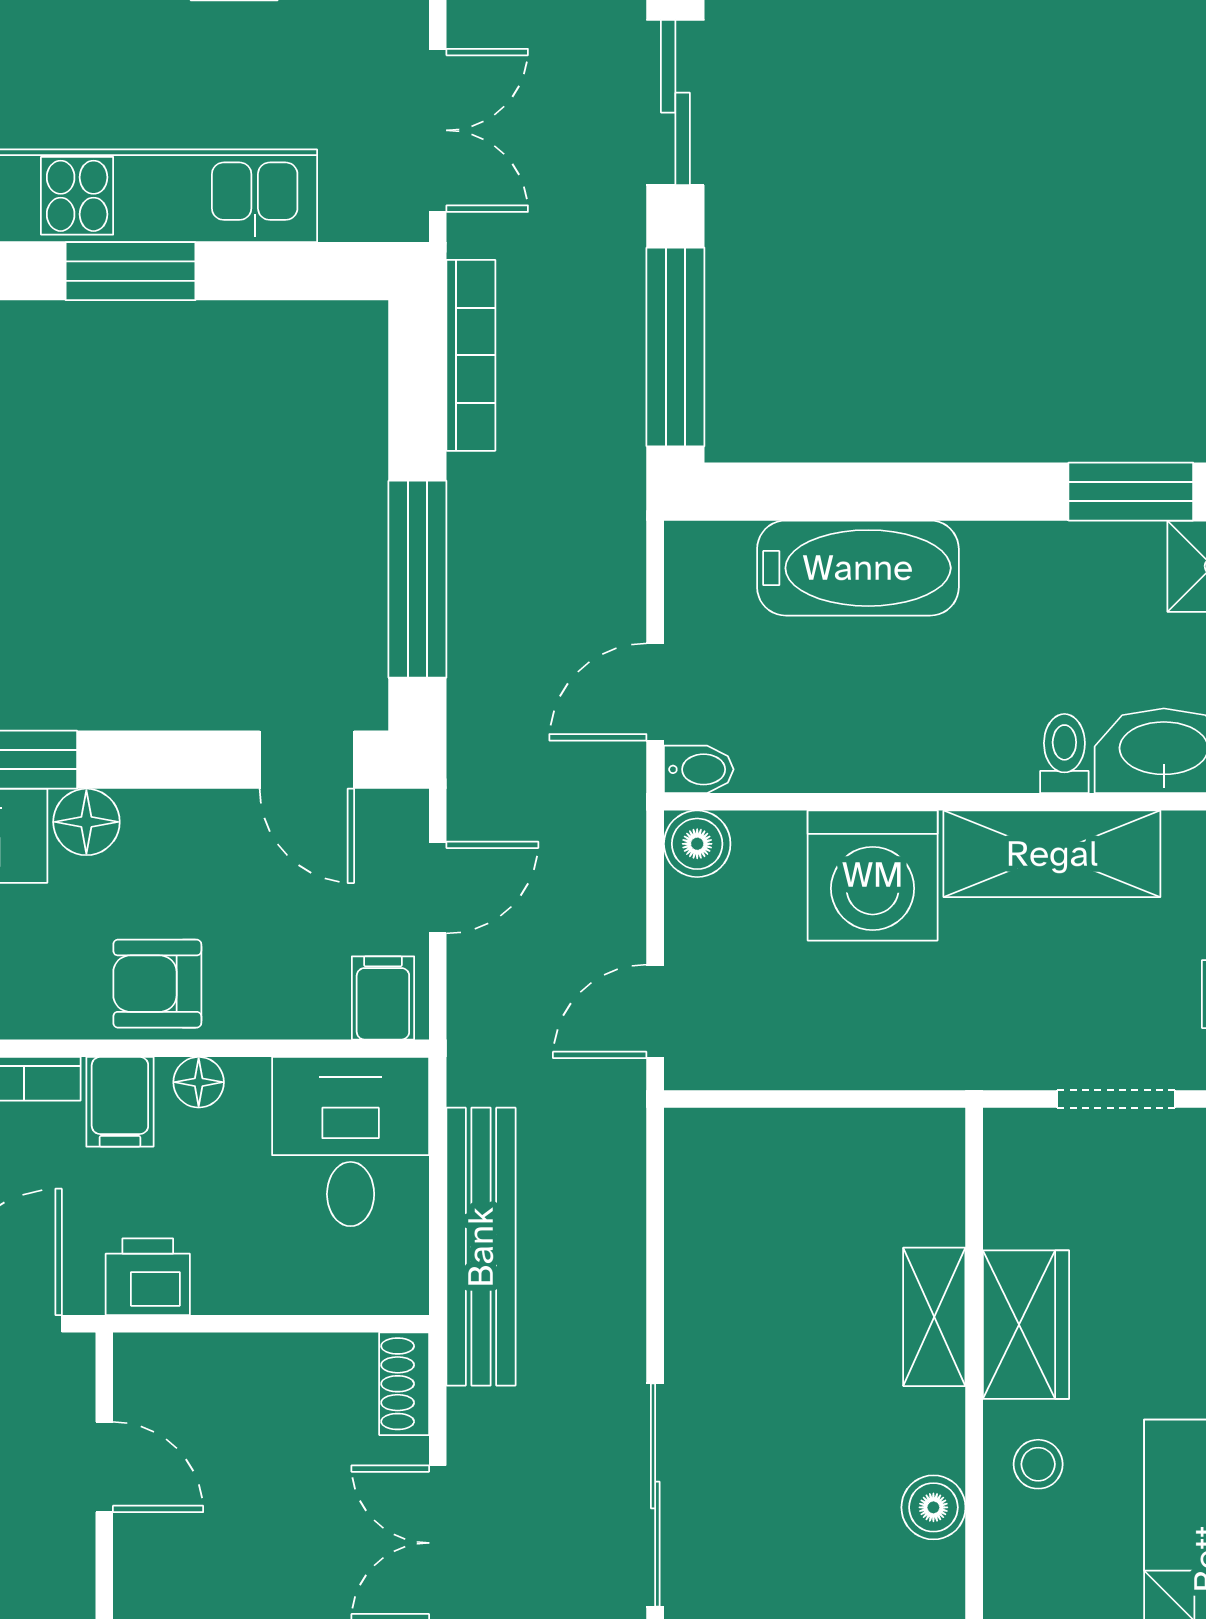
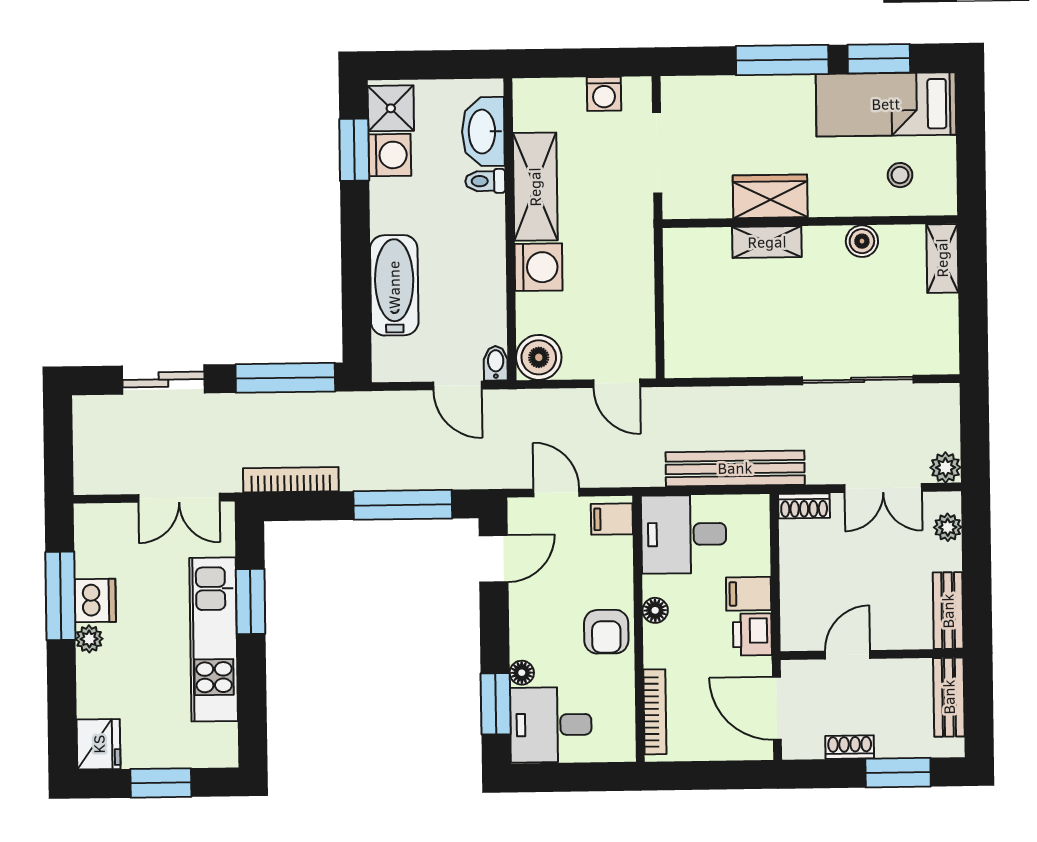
double door: (438, 130) -> (179, 498), swing flipped
window: (130, 271) -> (251, 602), moved
washing machine: (1119, 563) -> (390, 155), added
floor lamp: (86, 822) -> (522, 673), width x0.73, depth x0.73
boiler: (697, 844) -> (539, 357), width x1.36, depth x1.36
washing machine: (873, 875) -> (538, 267), width x0.73, depth x0.73
doorway: (1116, 1099) -> (657, 153), width x1.38
filing cabinet: (120, 1102) -> (749, 594), moved, turned 180
stool: (1038, 1464) -> (900, 175), moved

